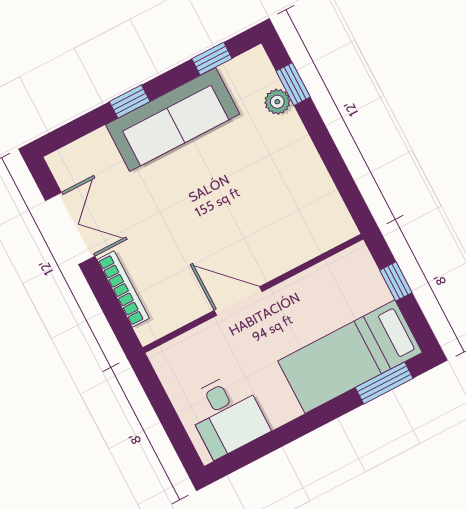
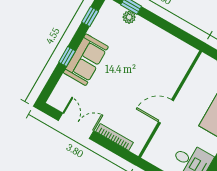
sofa: (173, 119) -> (86, 60), width x0.73

